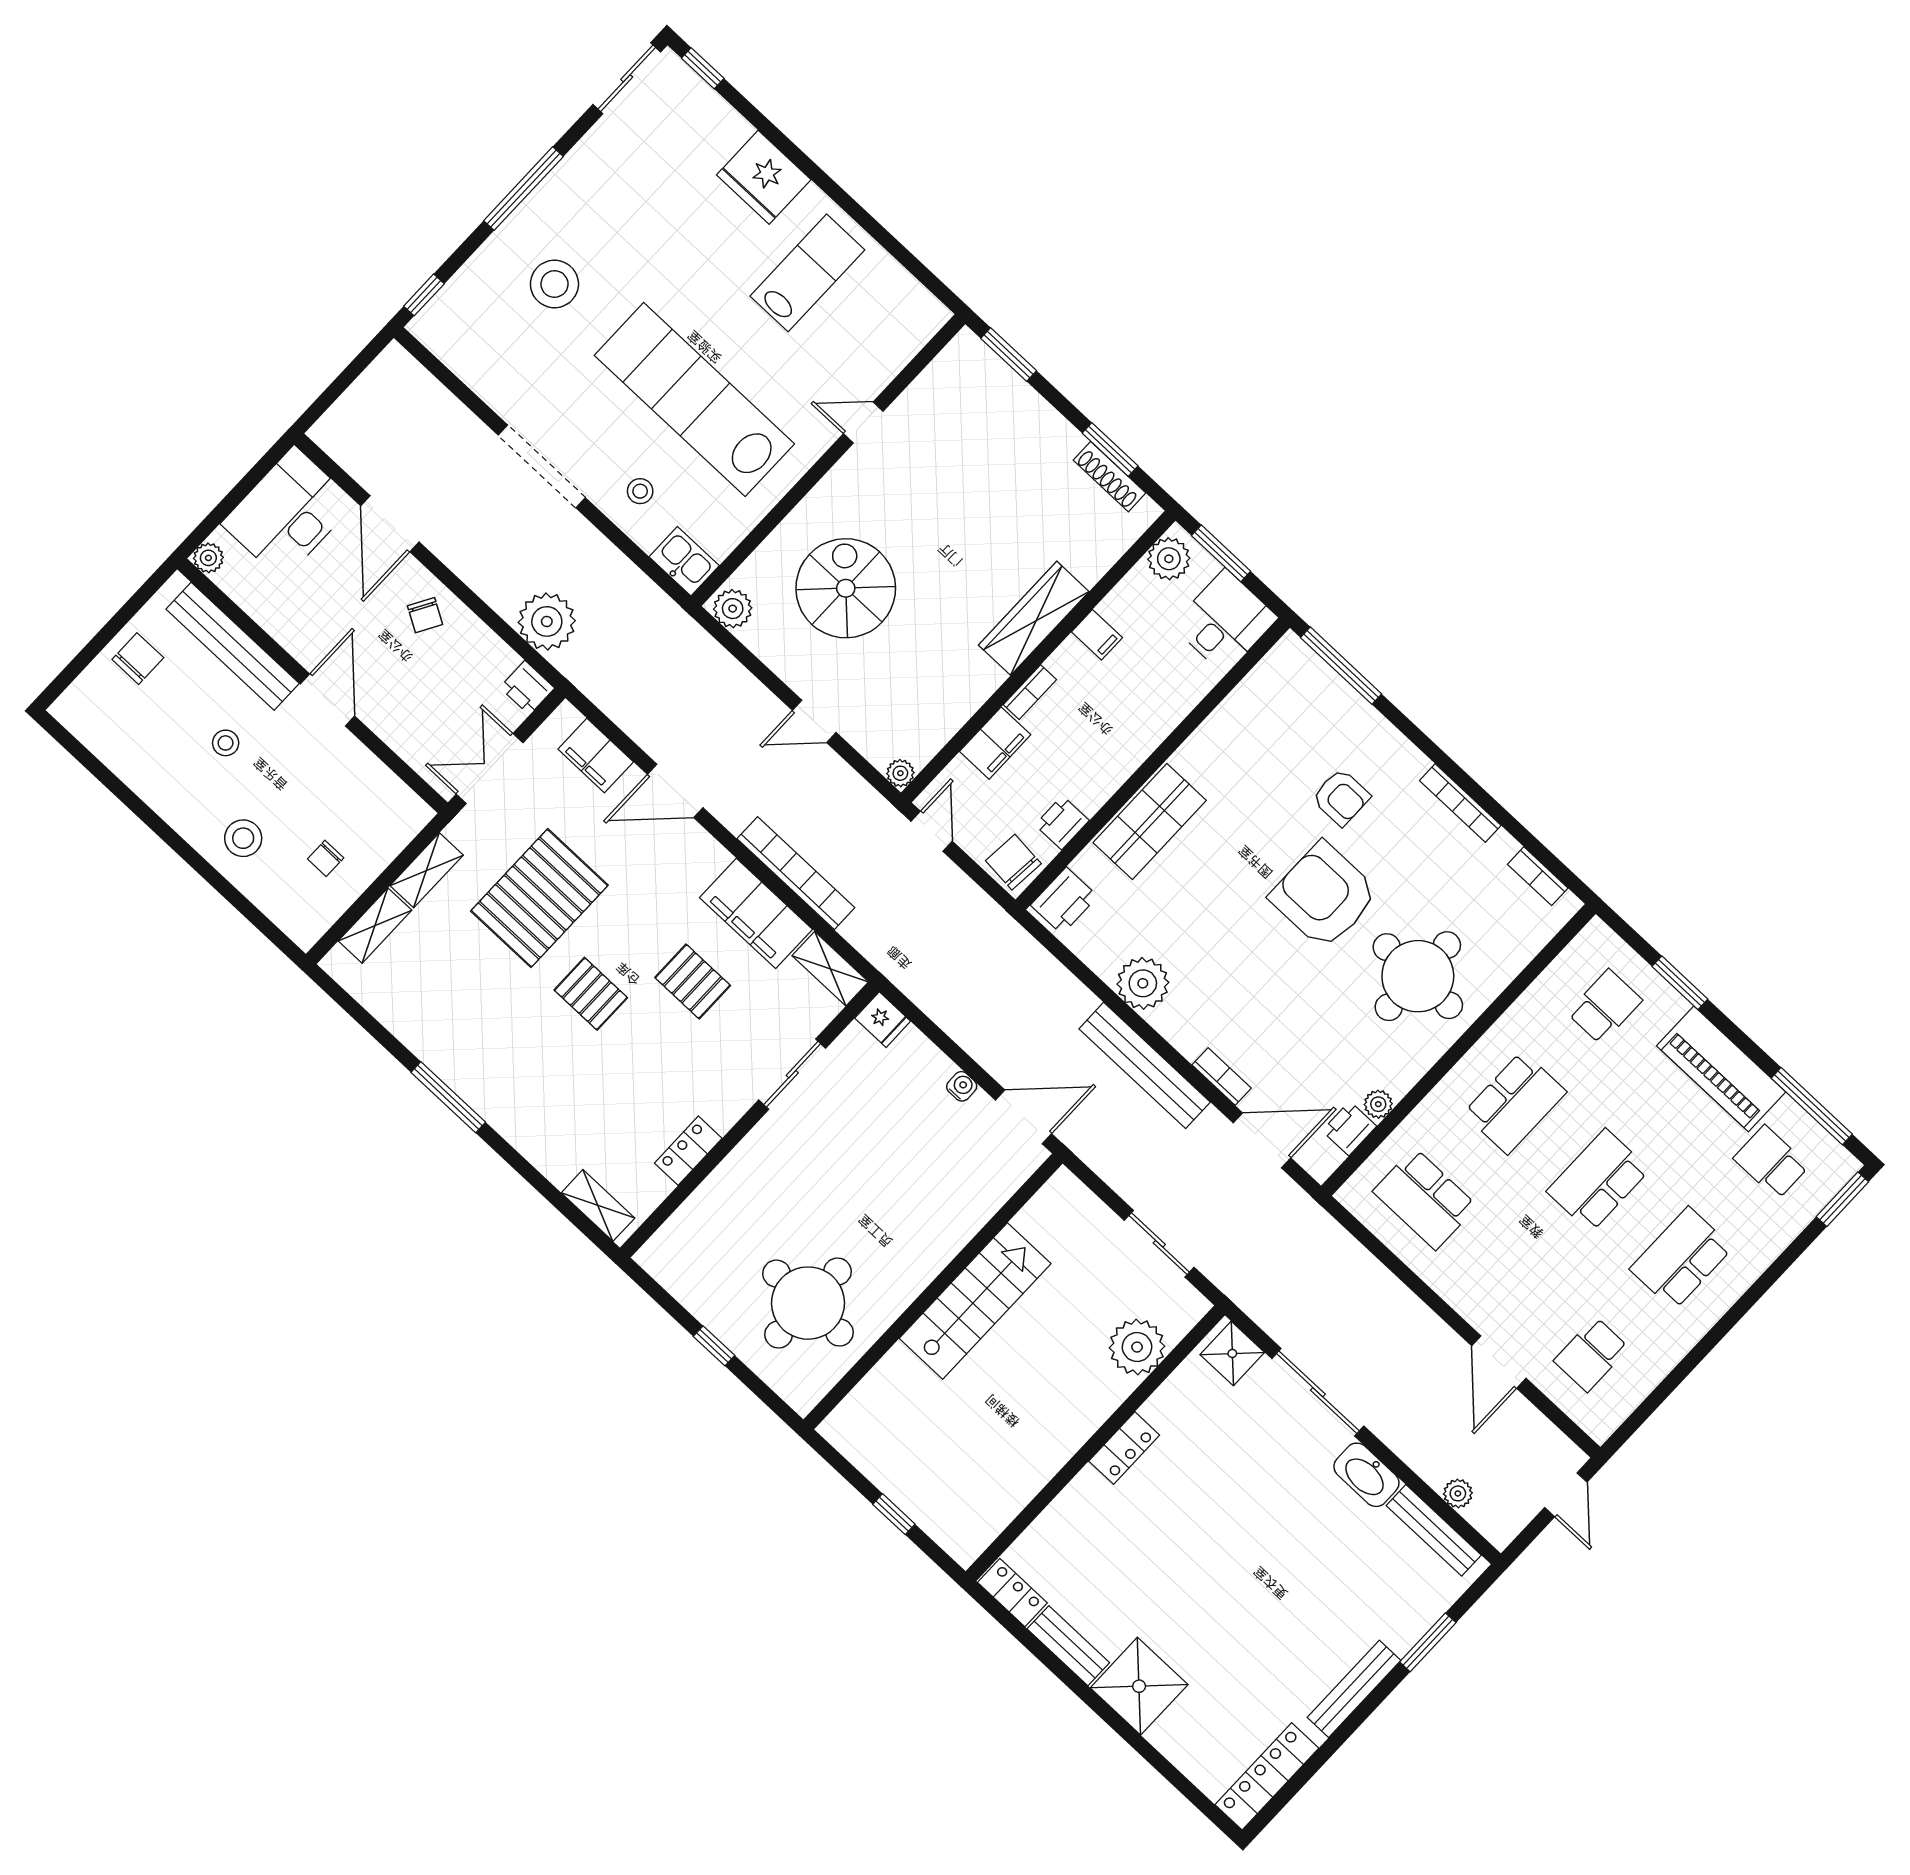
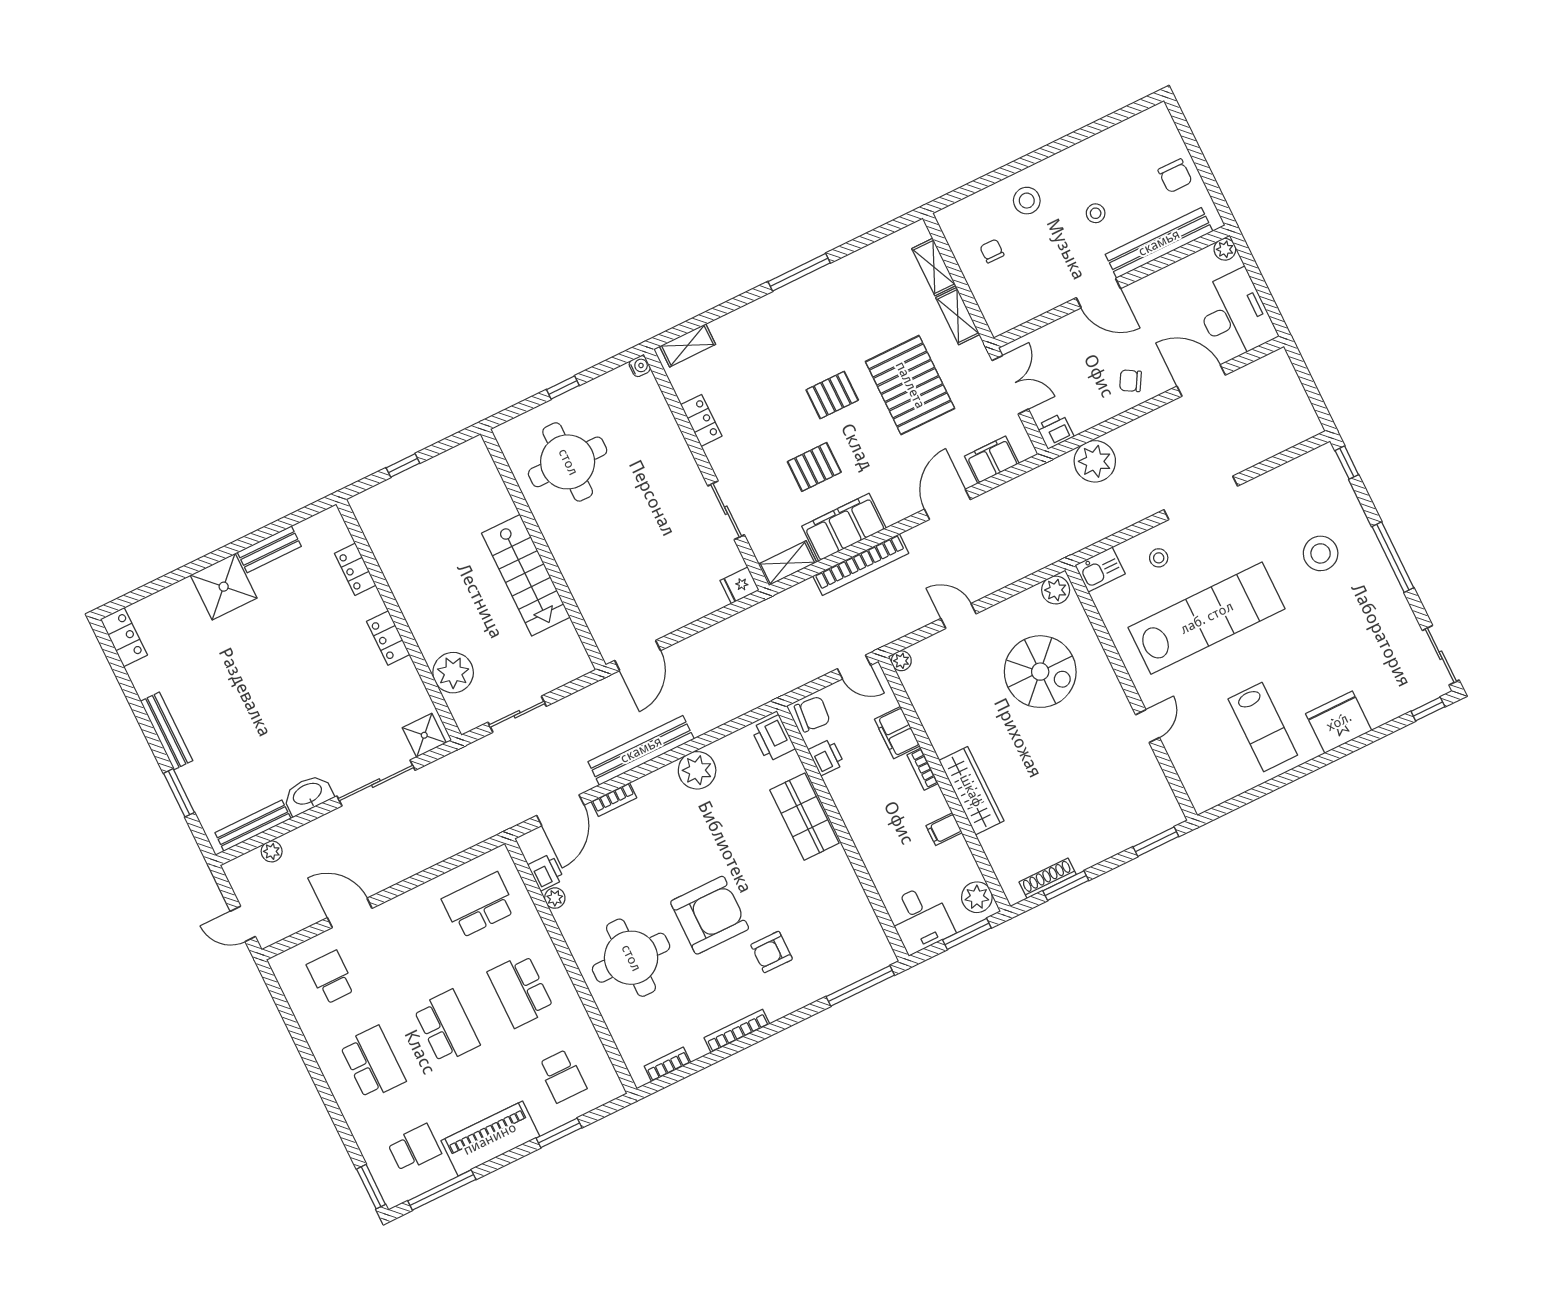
door: (814, 721) -> (958, 616), hinge flipped
water cooler: (962, 1086) -> (640, 366), moved, turned -90
locker: (1012, 1593) -> (355, 569), moved, turned 90
locker: (1267, 1776) -> (124, 637), width x0.66

